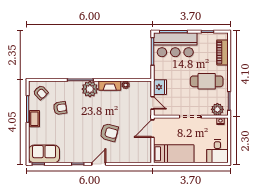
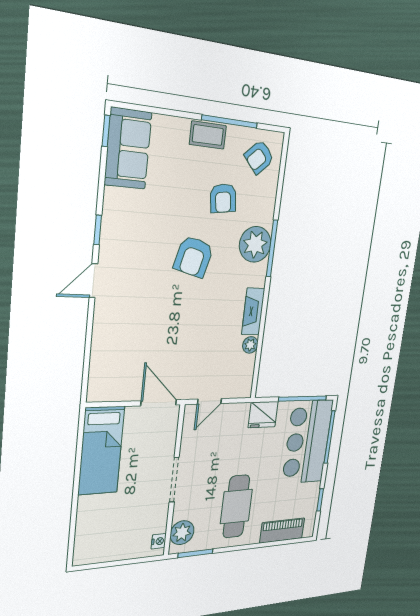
fridge: (160, 87) -> (263, 415), moved
plant: (90, 89) -> (255, 244), moved
armchair: (109, 132) -> (194, 257), moved
desk: (217, 151) -> (98, 542), removed
door: (99, 164) -> (93, 281), swing flipped

